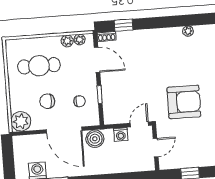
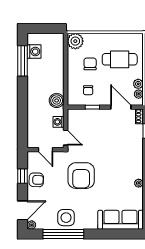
door: (97, 60) -> (121, 107), swing flipped
cafe table: (39, 66) -> (120, 59), turned 90
door: (64, 130) -> (66, 76), removed
armchair: (193, 156) -> (36, 180), added

